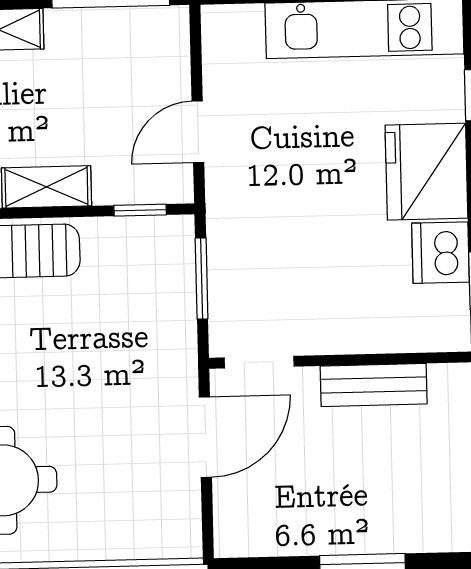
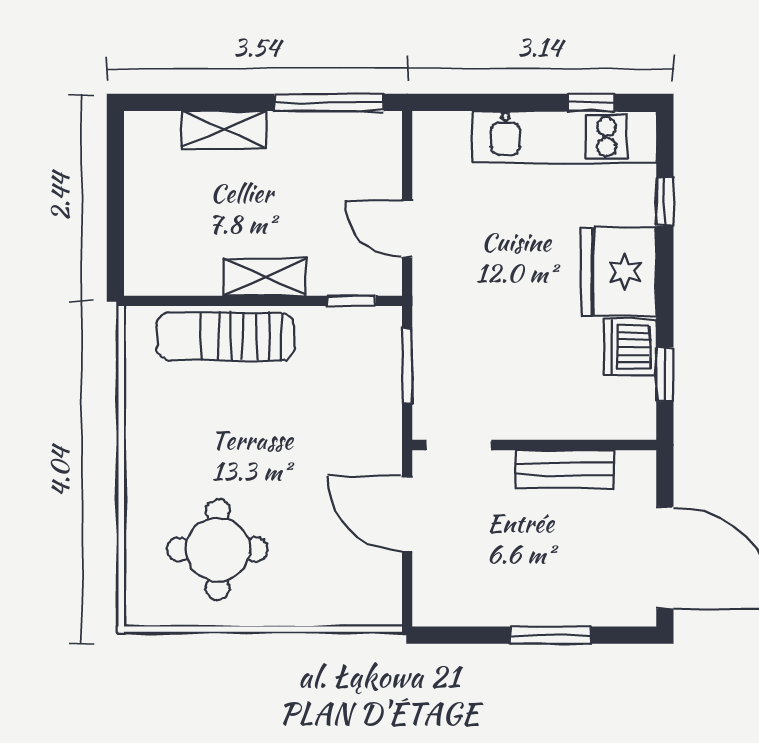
door: (198, 132) -> (407, 229), hinge flipped
door: (205, 437) -> (407, 514), swing flipped

